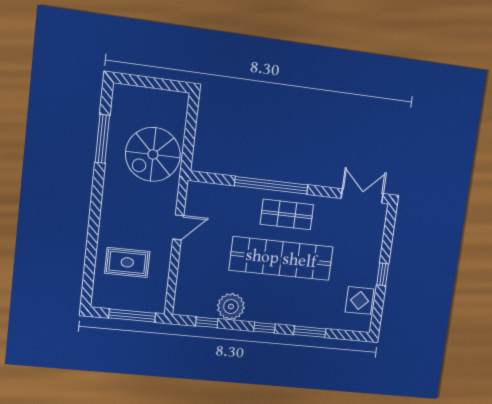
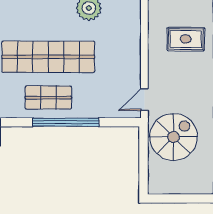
door: (178, 227) -> (144, 100), moved

